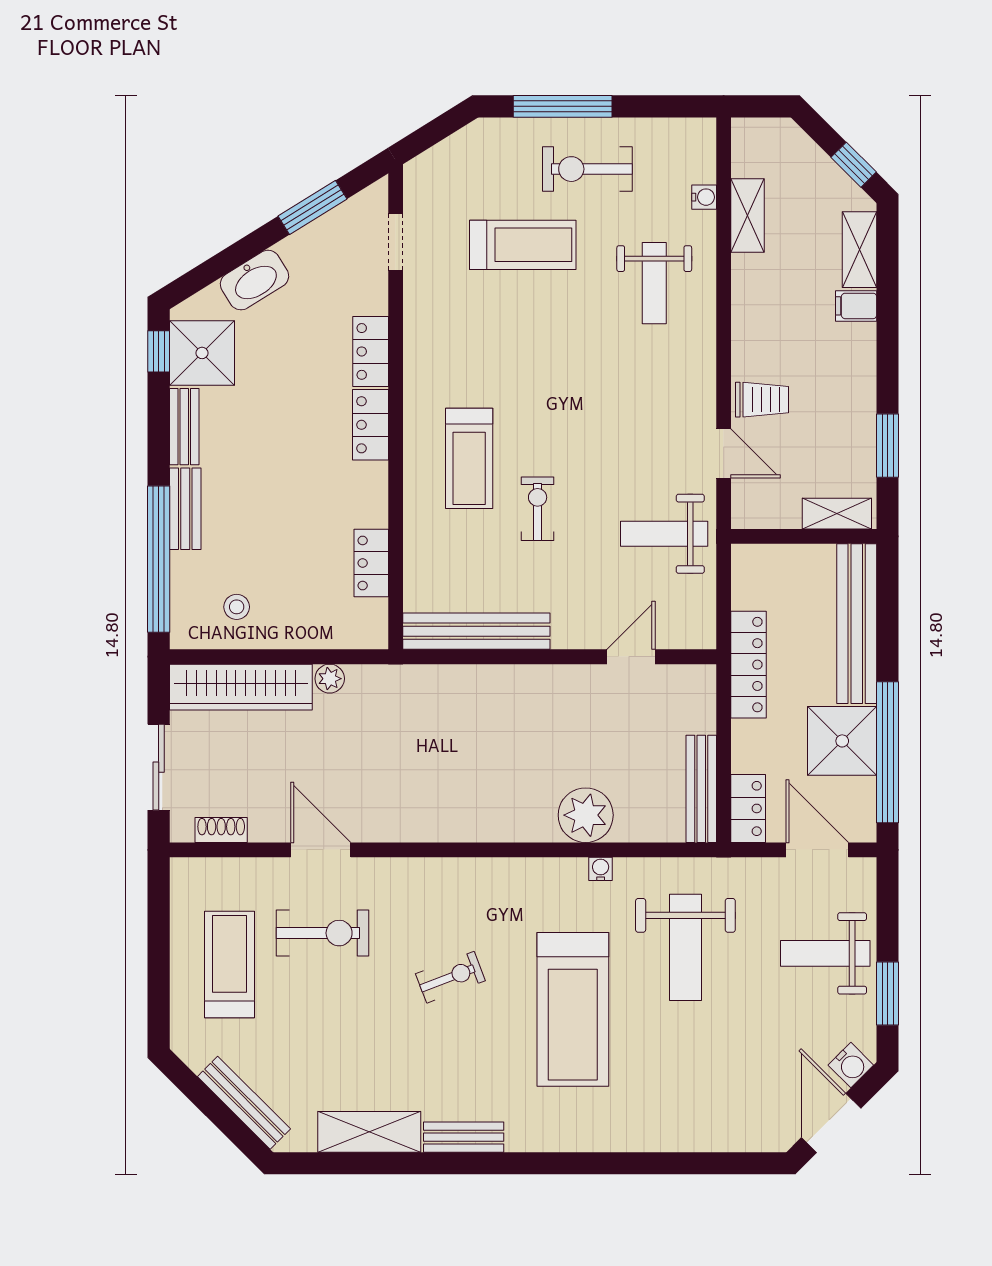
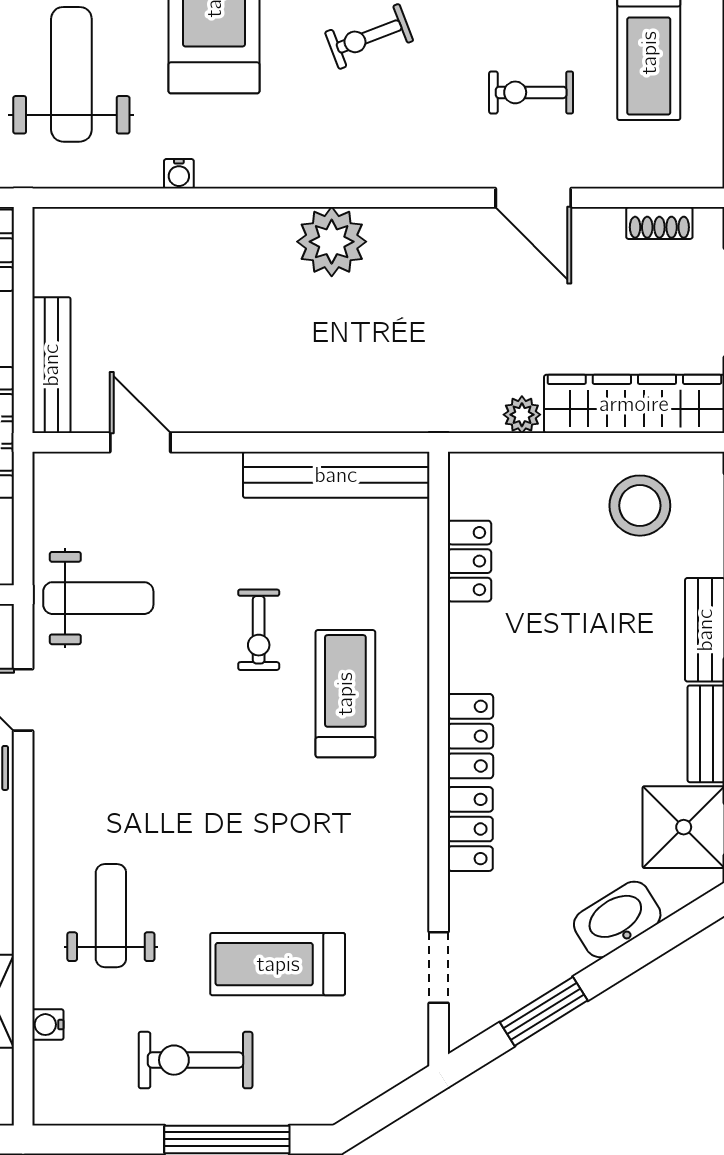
exercise bike: (587, 169) -> (196, 1060), turned 180
stool: (237, 607) -> (640, 506), width x1.89, depth x1.89
door: (631, 657) -> (140, 442), swing flipped
bench: (701, 789) -> (51, 365), moved
plant: (586, 815) -> (332, 242), moved
exercise bike: (322, 933) -> (531, 92), width x0.73, depth x0.72

